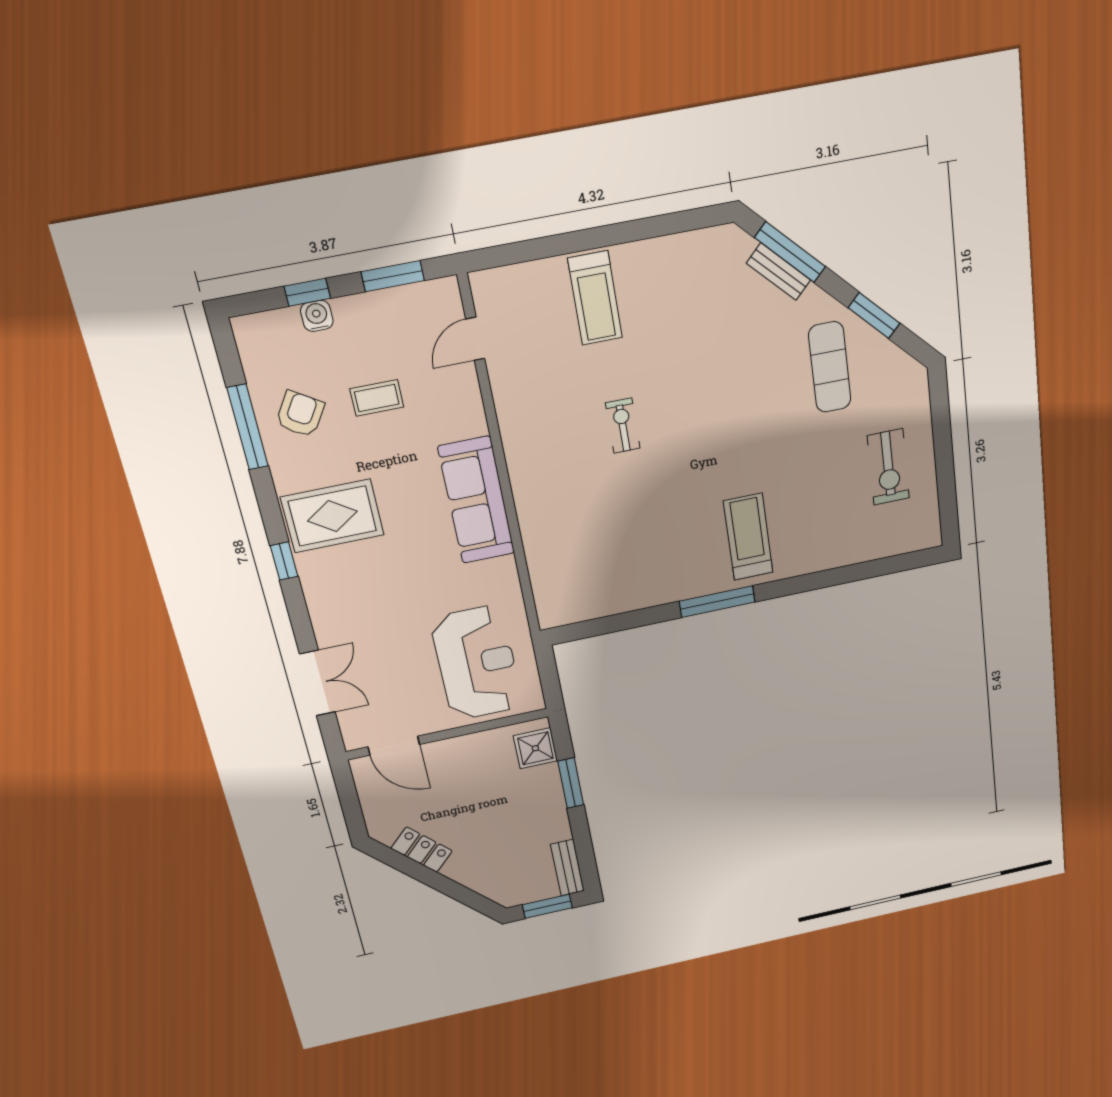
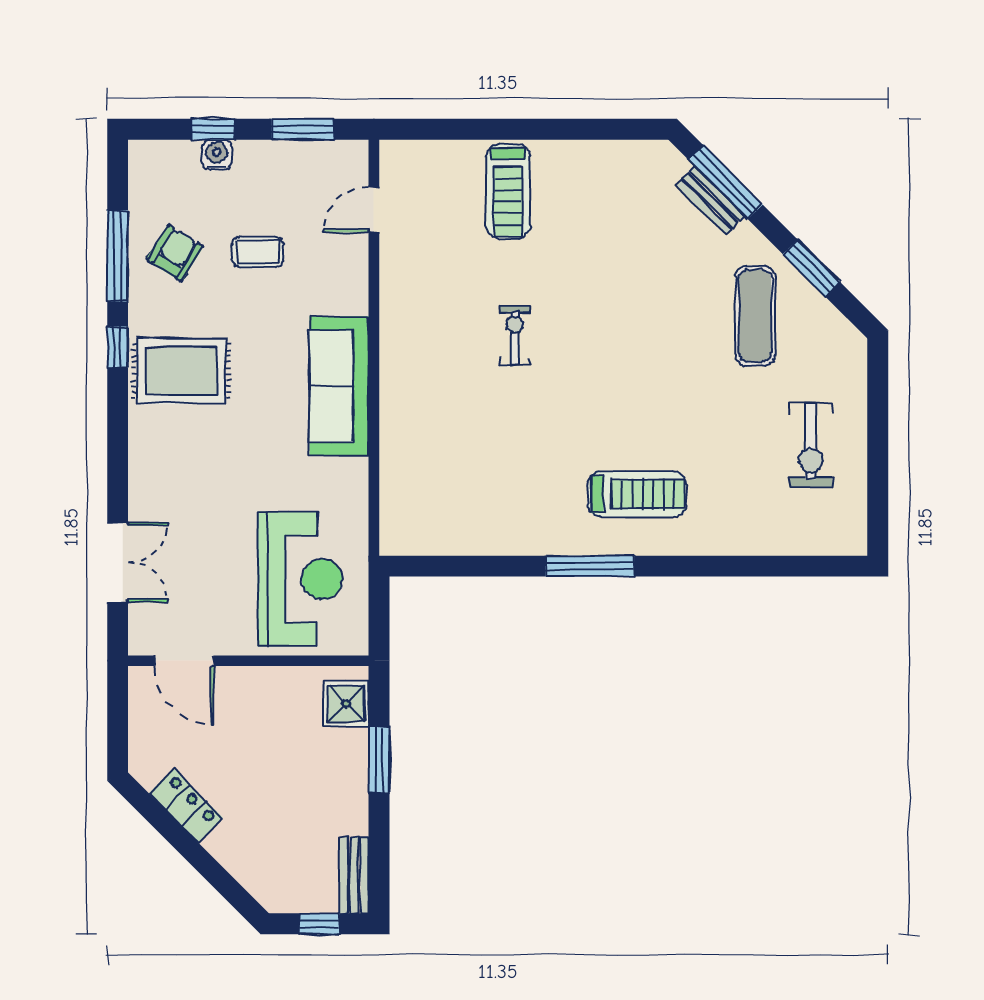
treadmill: (748, 537) -> (637, 494), turned 90
window: (284, 561) -> (118, 347), moved
window: (547, 906) -> (319, 924), width x0.67

